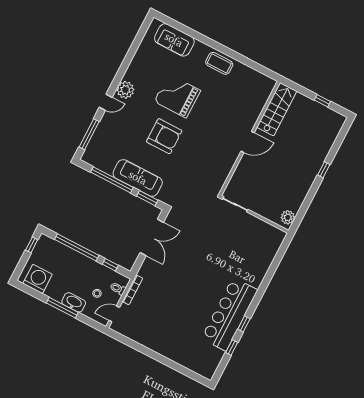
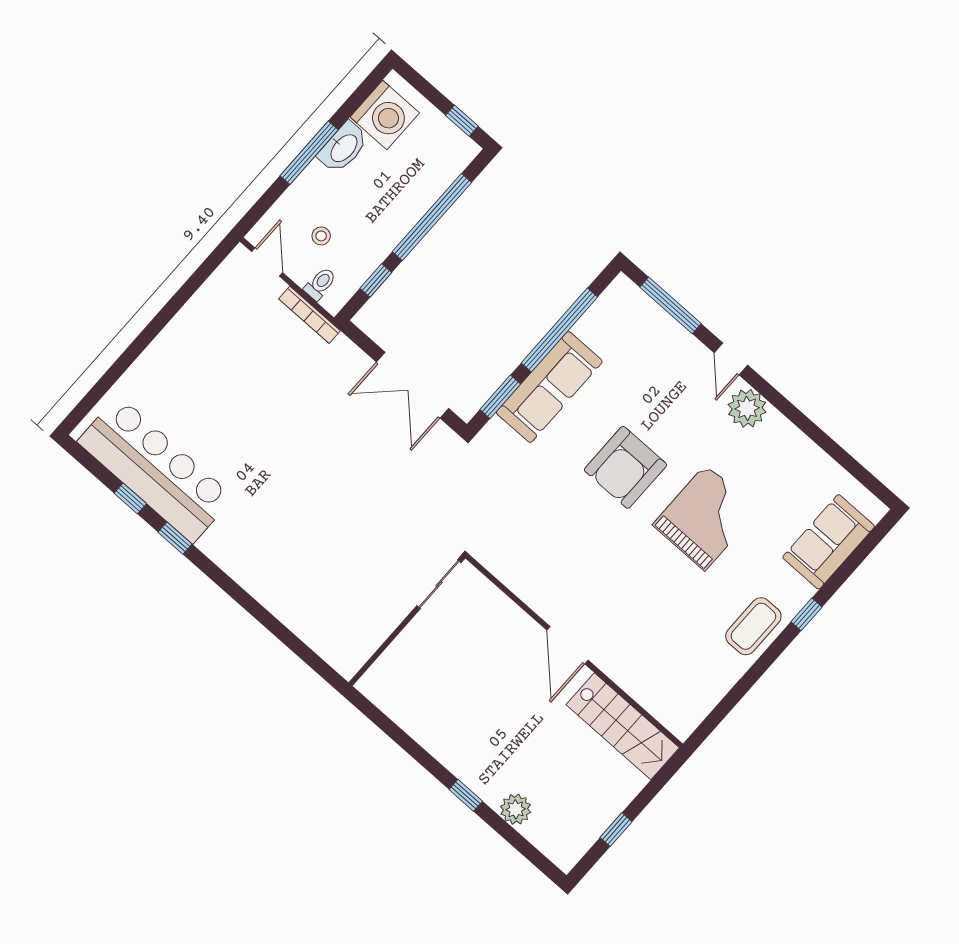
window: (208, 42) -> (806, 614), added
plant: (288, 217) -> (516, 809), moved
washbasin: (74, 302) -> (343, 148), moved
bar counter: (230, 314) -> (156, 469), moved

